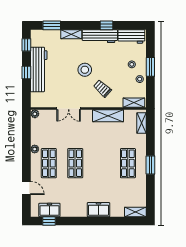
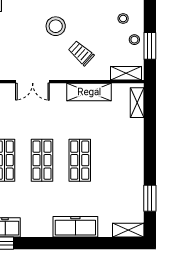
window: (150, 67) -> (150, 46), moved
shop shelf: (128, 163) -> (80, 160), moved
window: (150, 165) -> (150, 198), moved
freezer: (98, 210) -> (75, 227), width x1.40

